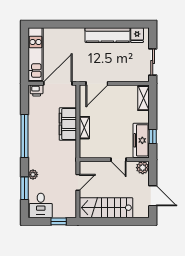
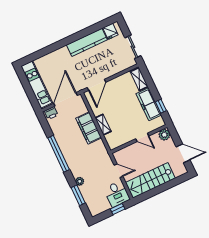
freezer: (141, 140) -> (149, 104), moved
door: (78, 182) -> (118, 171), hinge flipped
desk: (41, 205) -> (117, 194), moved

